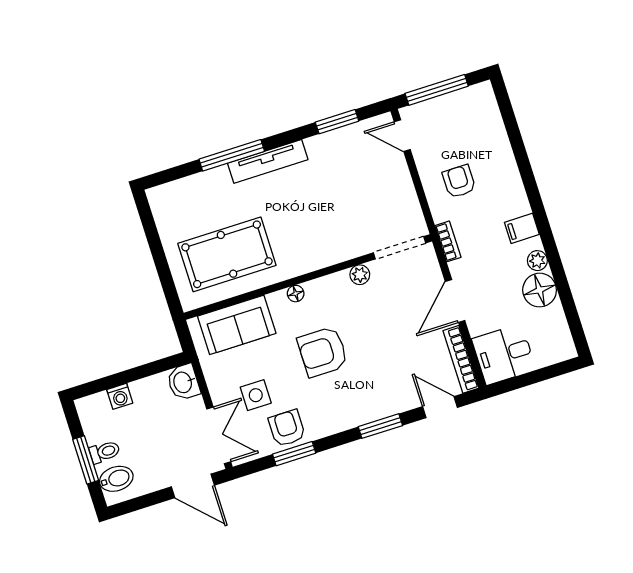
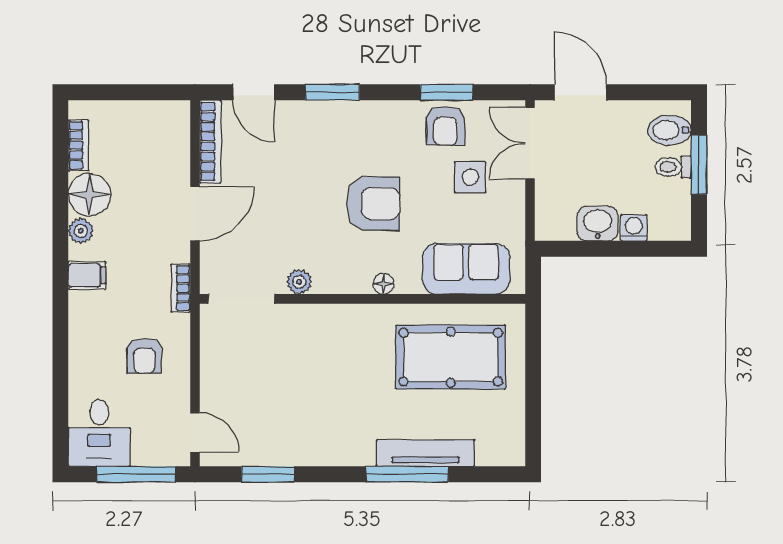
tv unit: (268, 161) -> (425, 453), moved
bookcase: (560, 325) -> (78, 145), added
desk: (504, 354) -> (99, 433), moved, turned 90
washbasin: (183, 382) -> (598, 224), moved, turned -90

